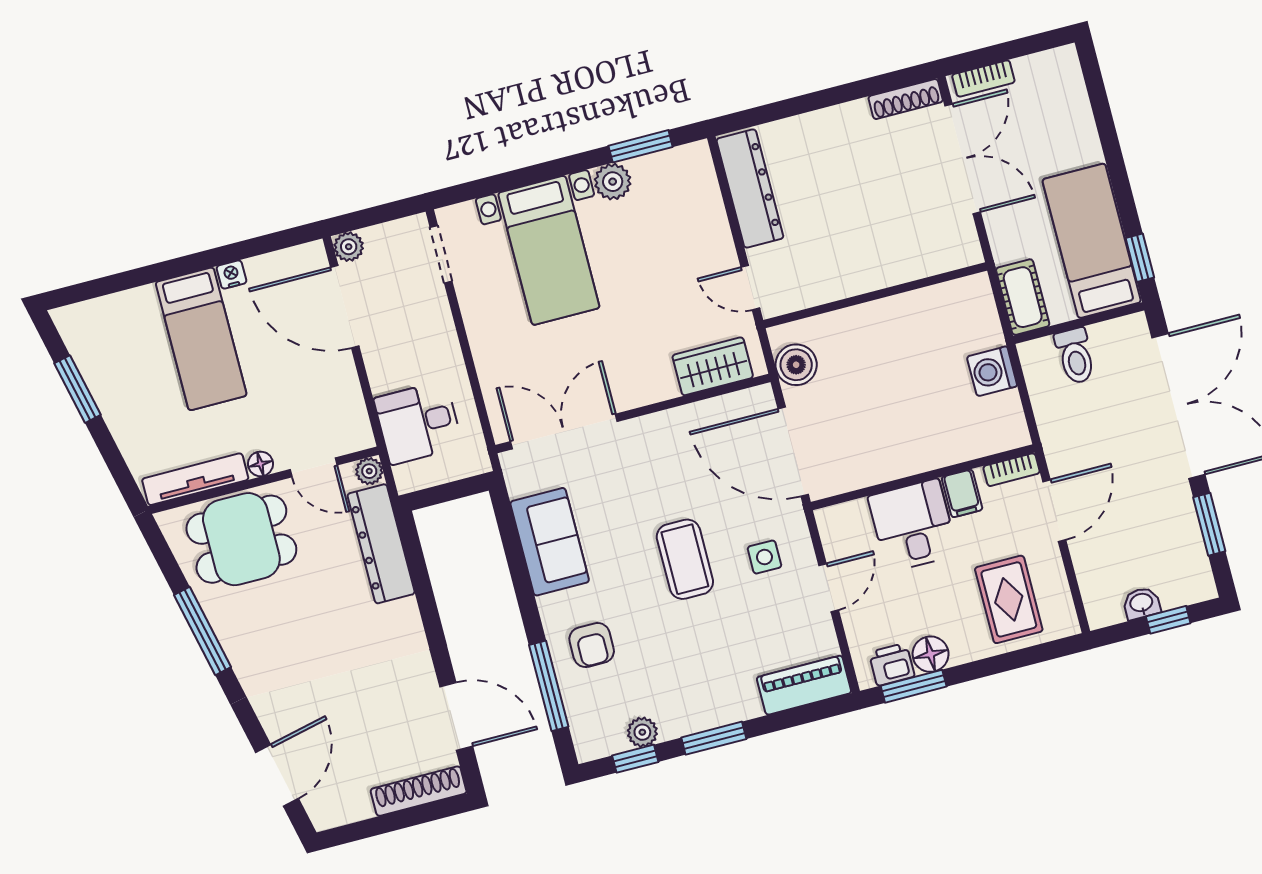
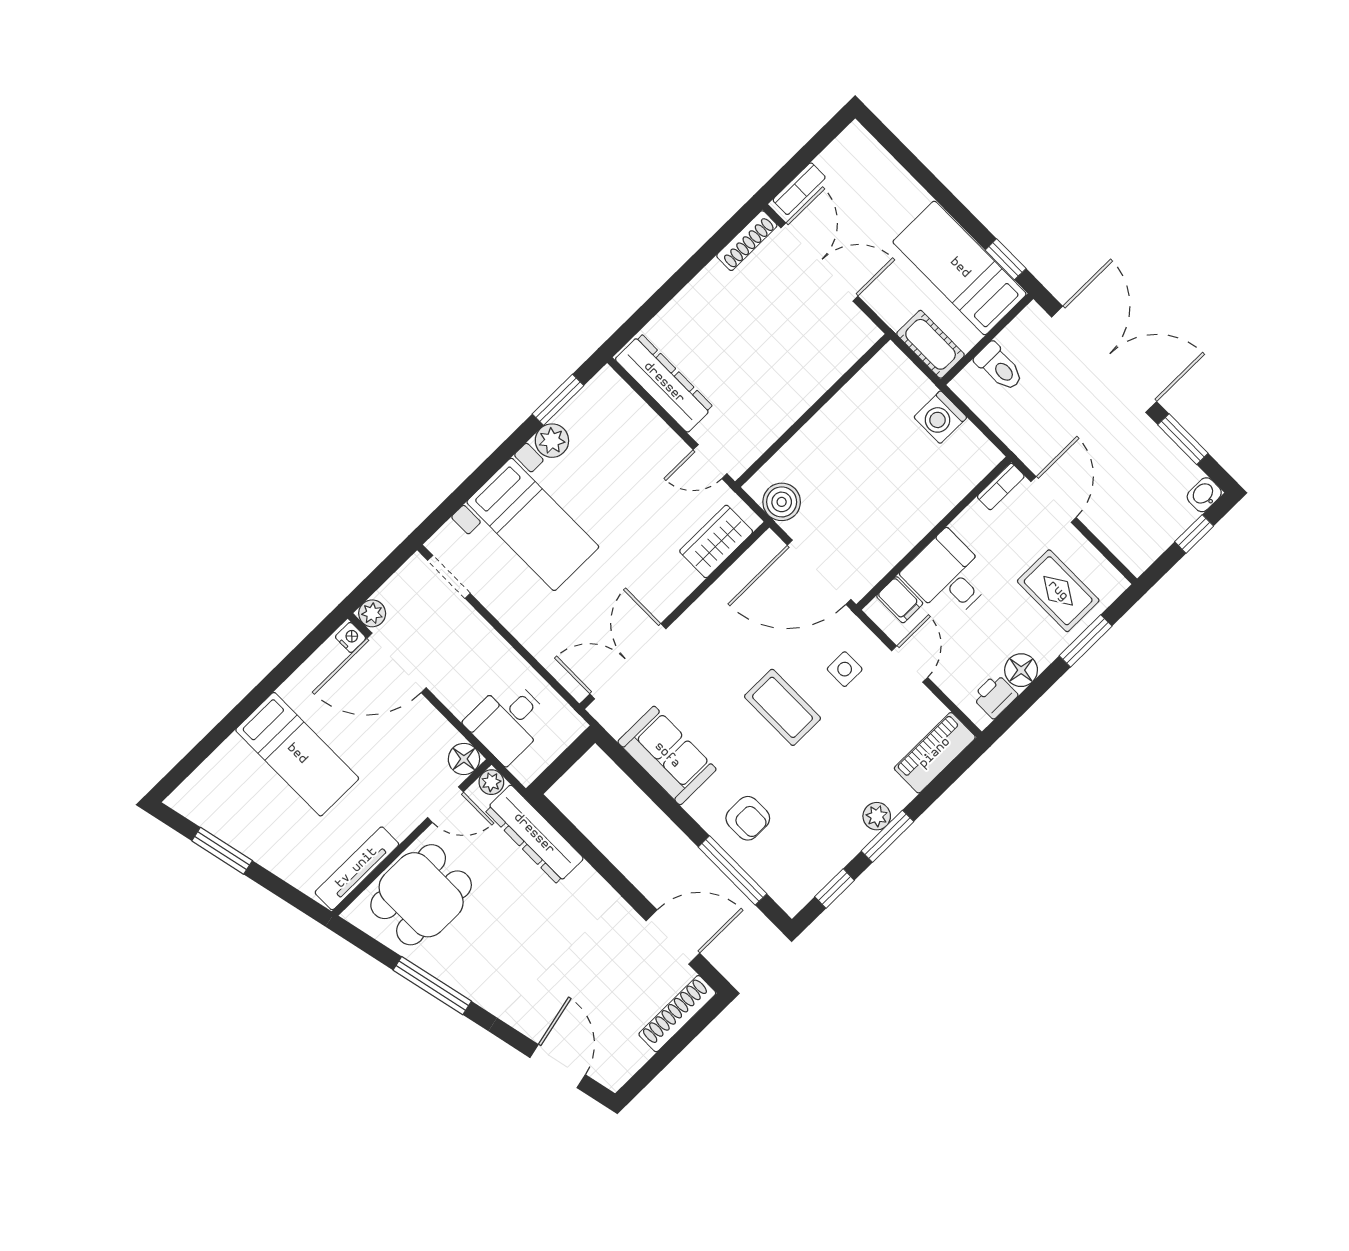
nightstand: (231, 275) -> (351, 637), moved, turned 90
floor lamp: (260, 464) -> (464, 759), moved, width x1.37, depth x1.37
filing cabinet: (962, 493) -> (900, 600), moved
washbasin: (1141, 603) -> (1204, 495), moved
window: (914, 686) -> (1086, 641), moved
plant: (642, 732) -> (877, 816), moved

